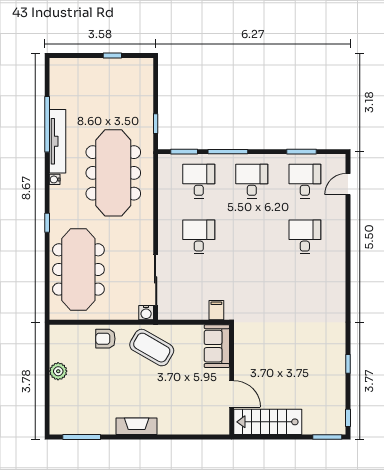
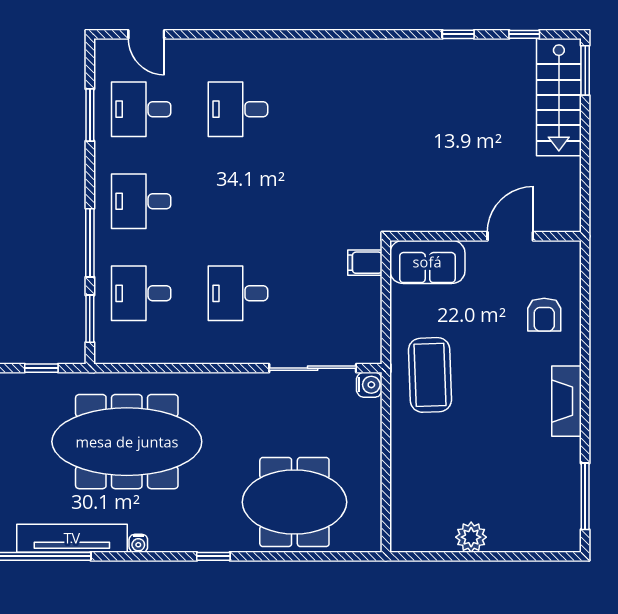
meeting table: (78, 269) -> (294, 502), width x0.73
armchair: (105, 339) -> (544, 315), moved
coffee table: (152, 348) -> (430, 375), turned -32
window: (348, 418) -> (524, 34), moved
stairs: (268, 422) -> (559, 97), moved

